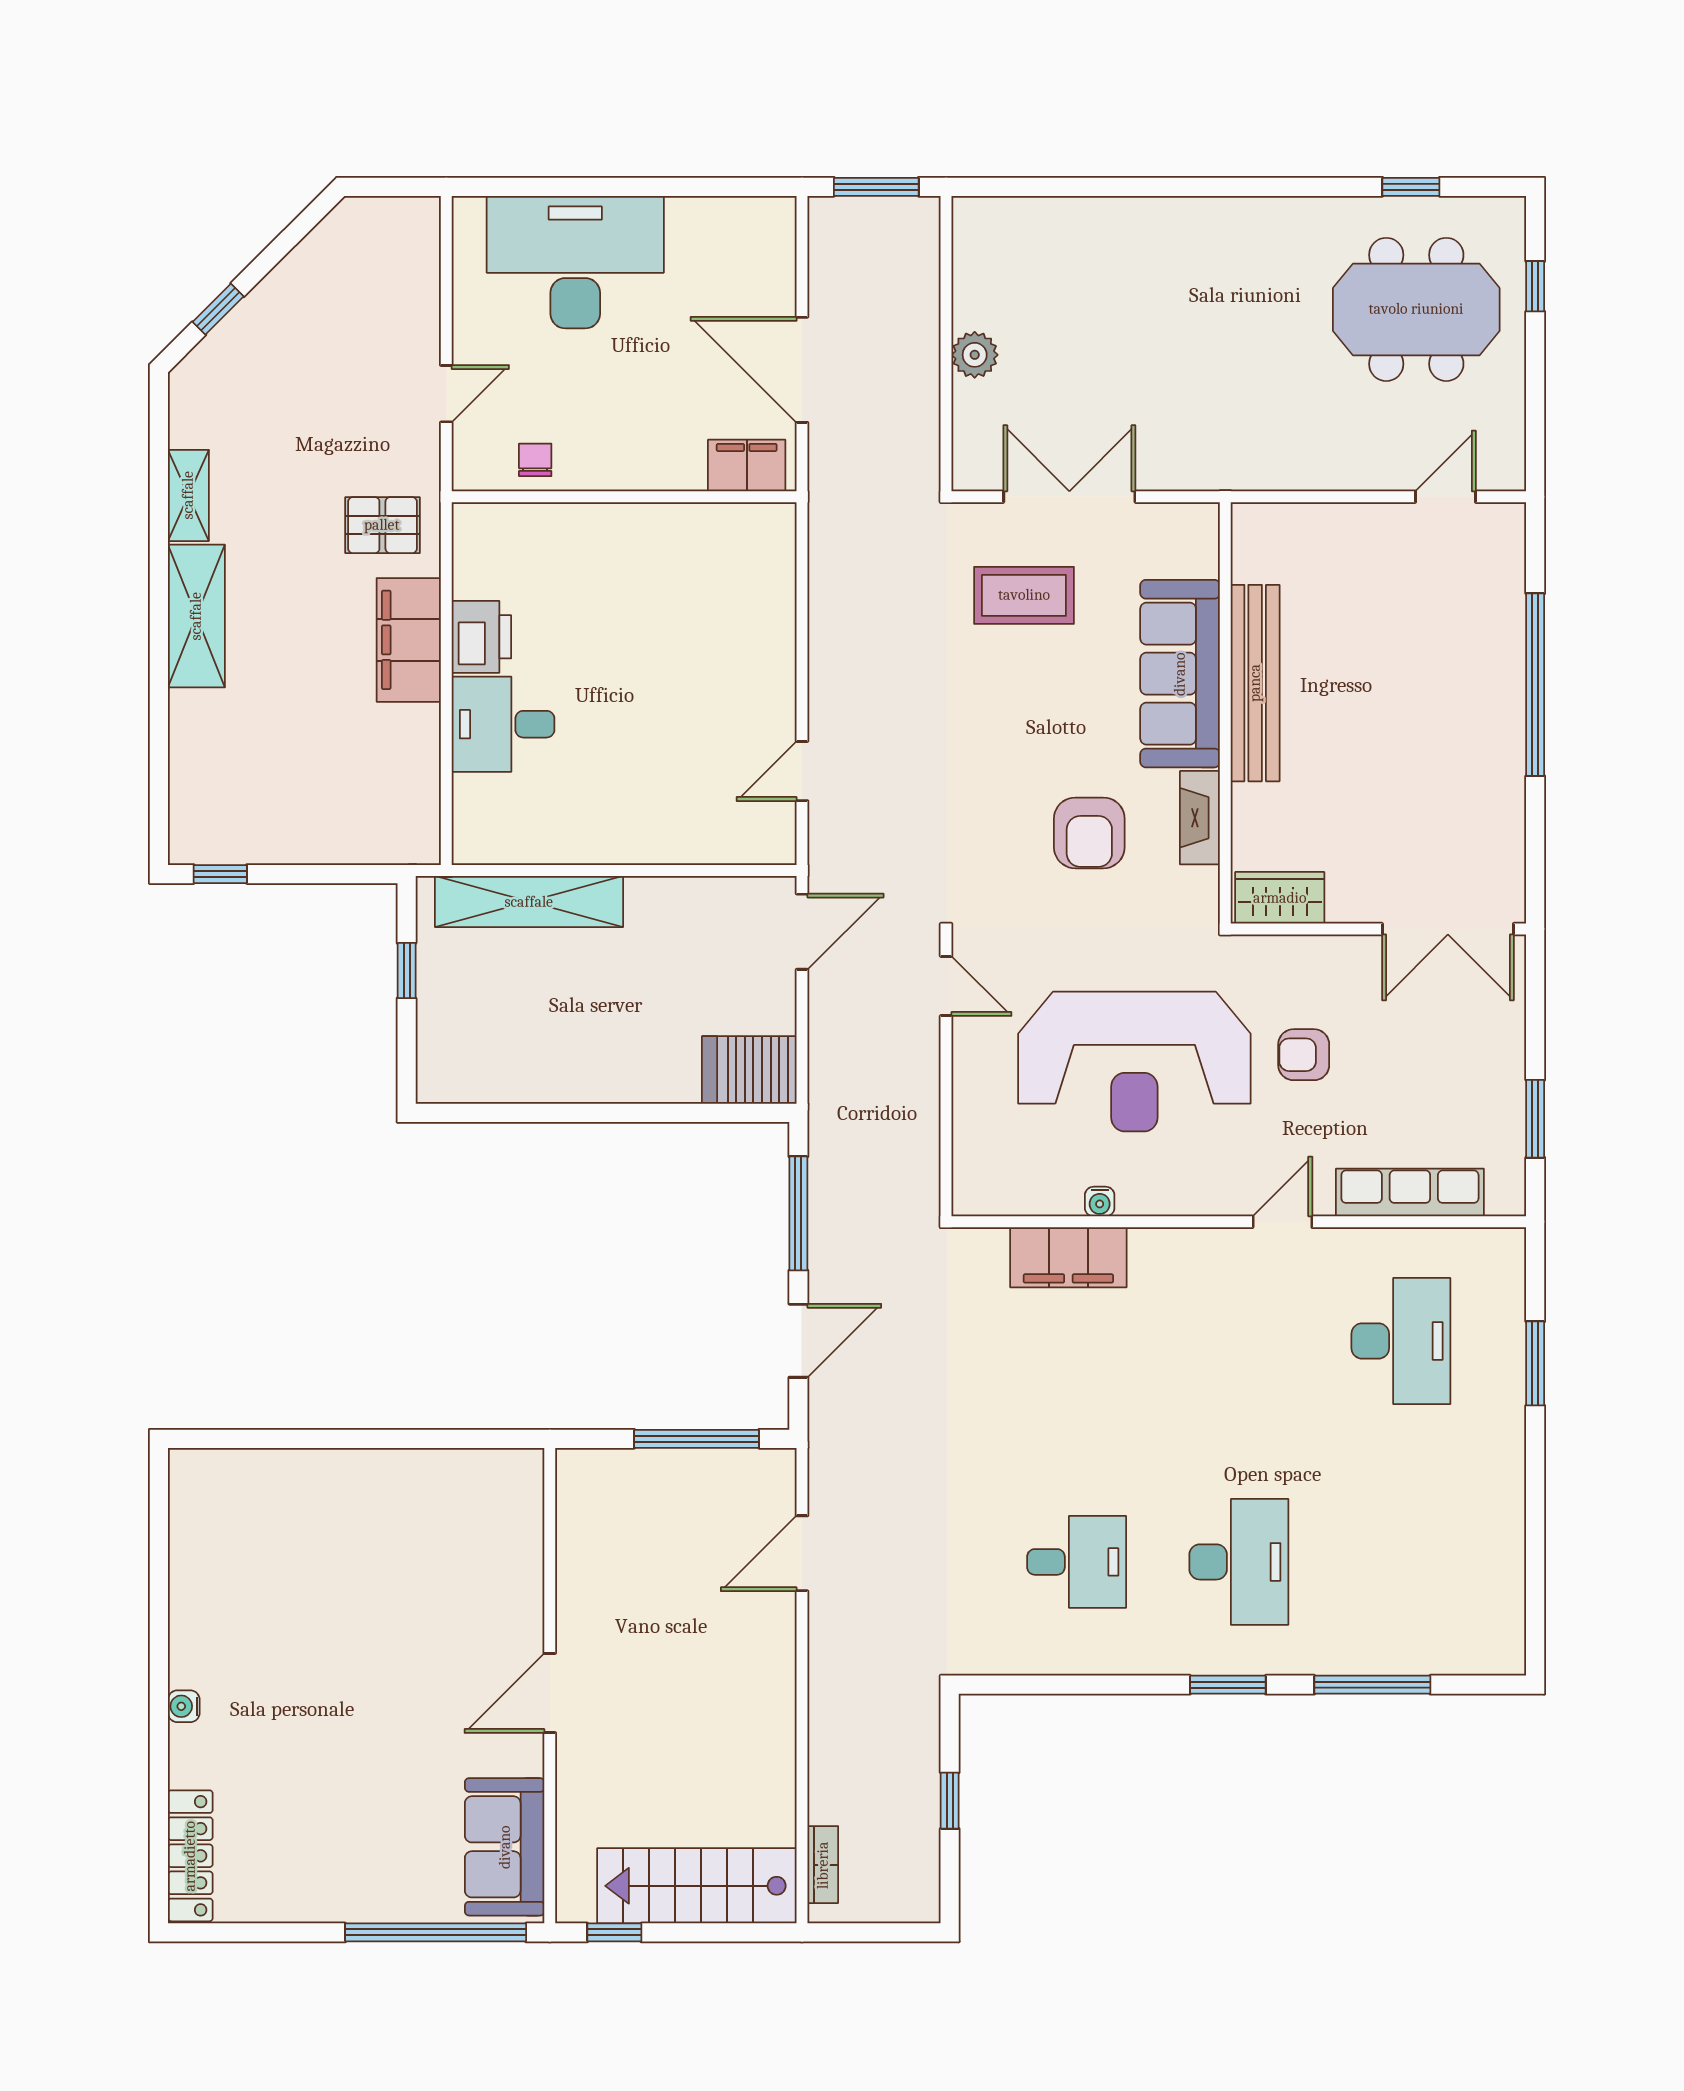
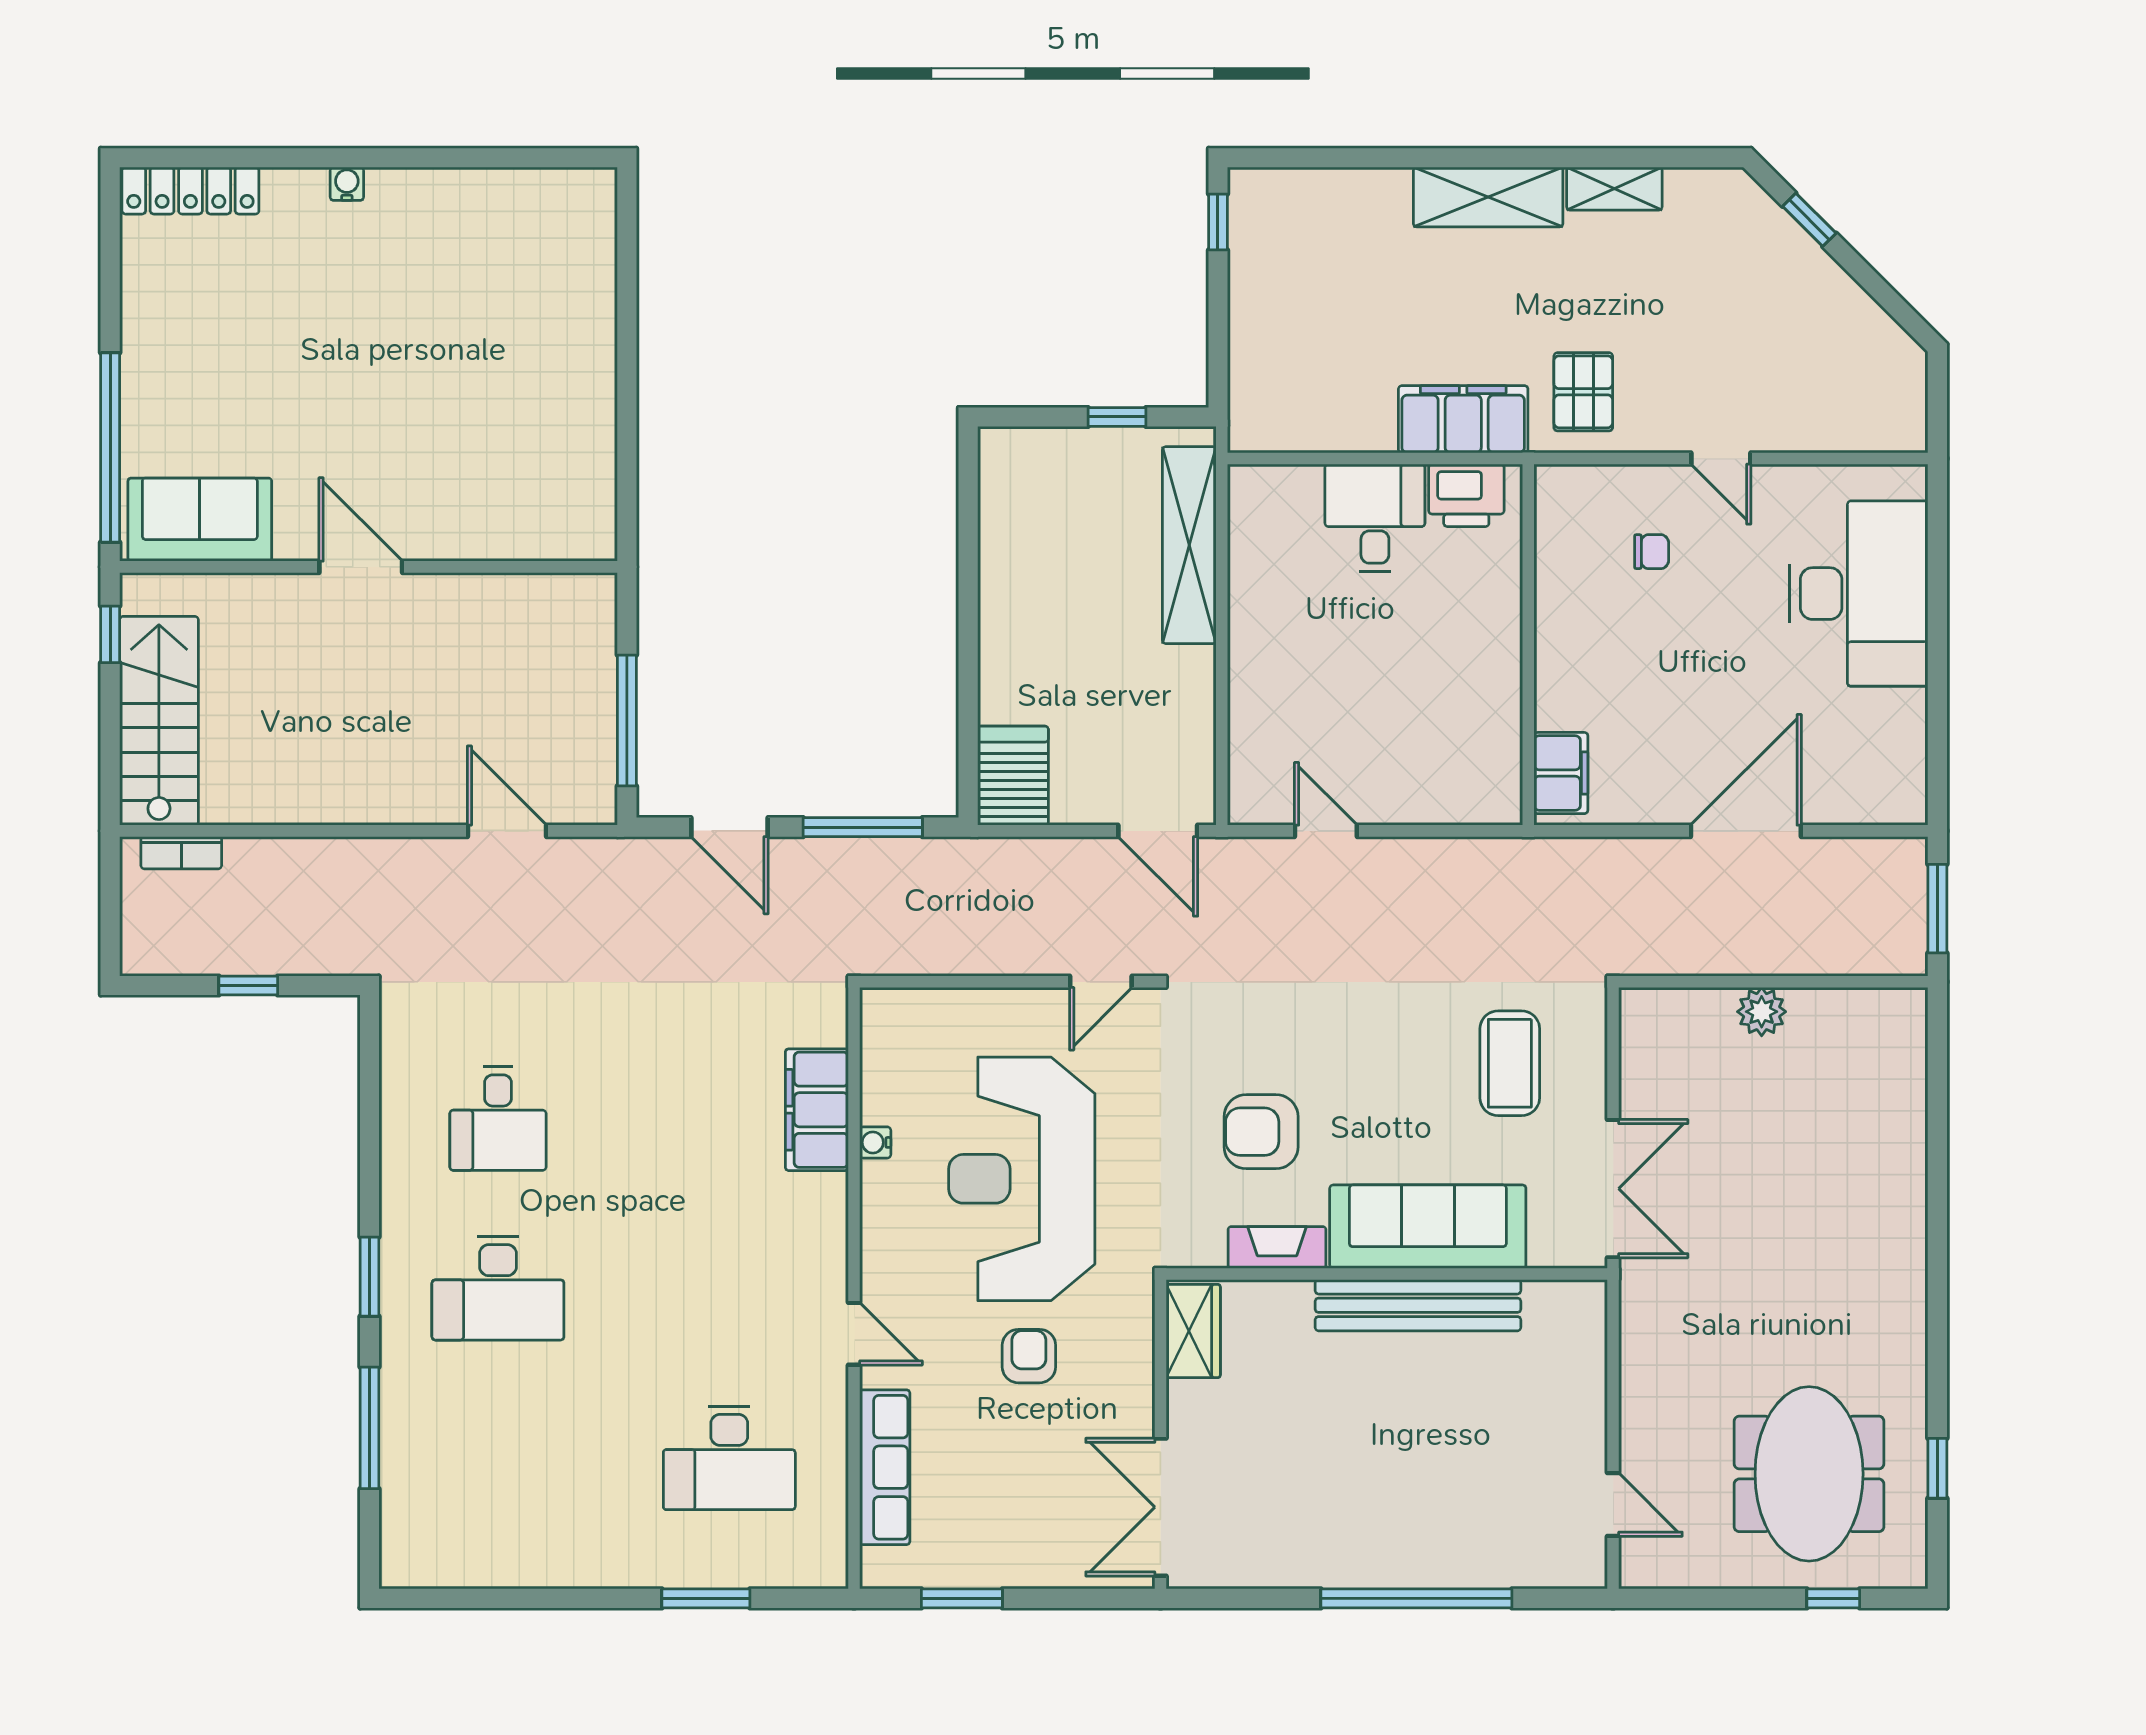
filing cabinet: (747, 465) -> (1561, 773), moved
wall: (624, 497) -> (1528, 645), moved
double door: (1069, 497) -> (1613, 1189), moved

